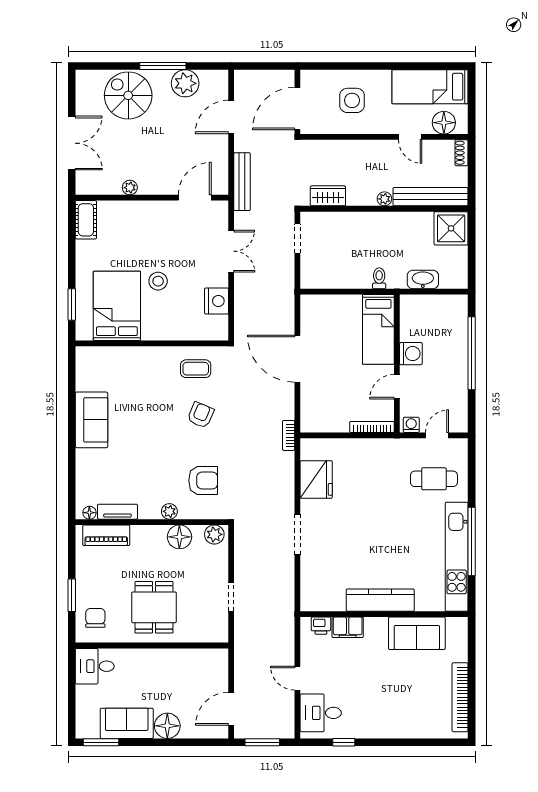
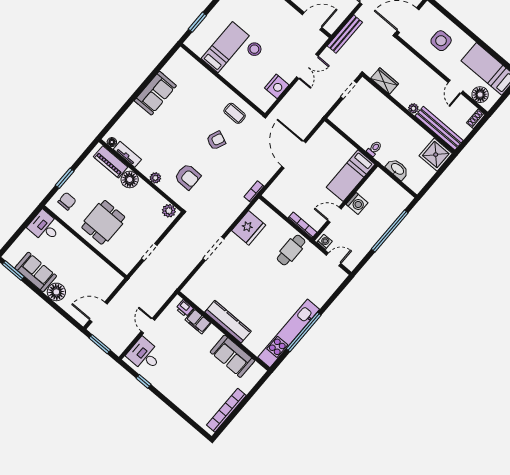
bed: (117, 306) -> (225, 47), width x0.67
cafe table: (434, 479) -> (291, 250), moved, turned 90
floor lamp: (179, 537) -> (130, 179), moved

